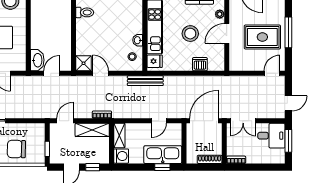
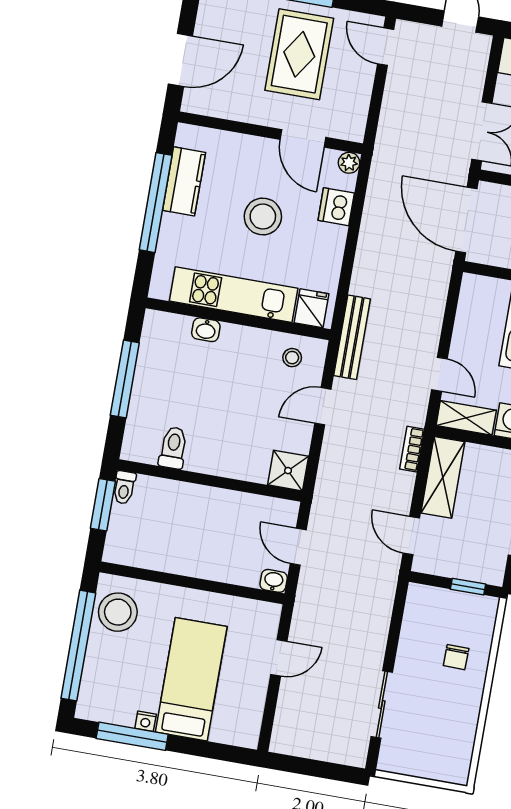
plant: (220, 14) -> (349, 163), moved
door: (227, 33) -> (303, 138), moved
washbasin: (138, 40) -> (206, 330), moved
washbasin: (37, 60) -> (274, 581), width x0.52, depth x0.69
door: (101, 73) -> (323, 406), moved
door: (159, 121) -> (439, 374), moved
chair: (16, 149) -> (456, 657), width x0.54, depth x0.54

